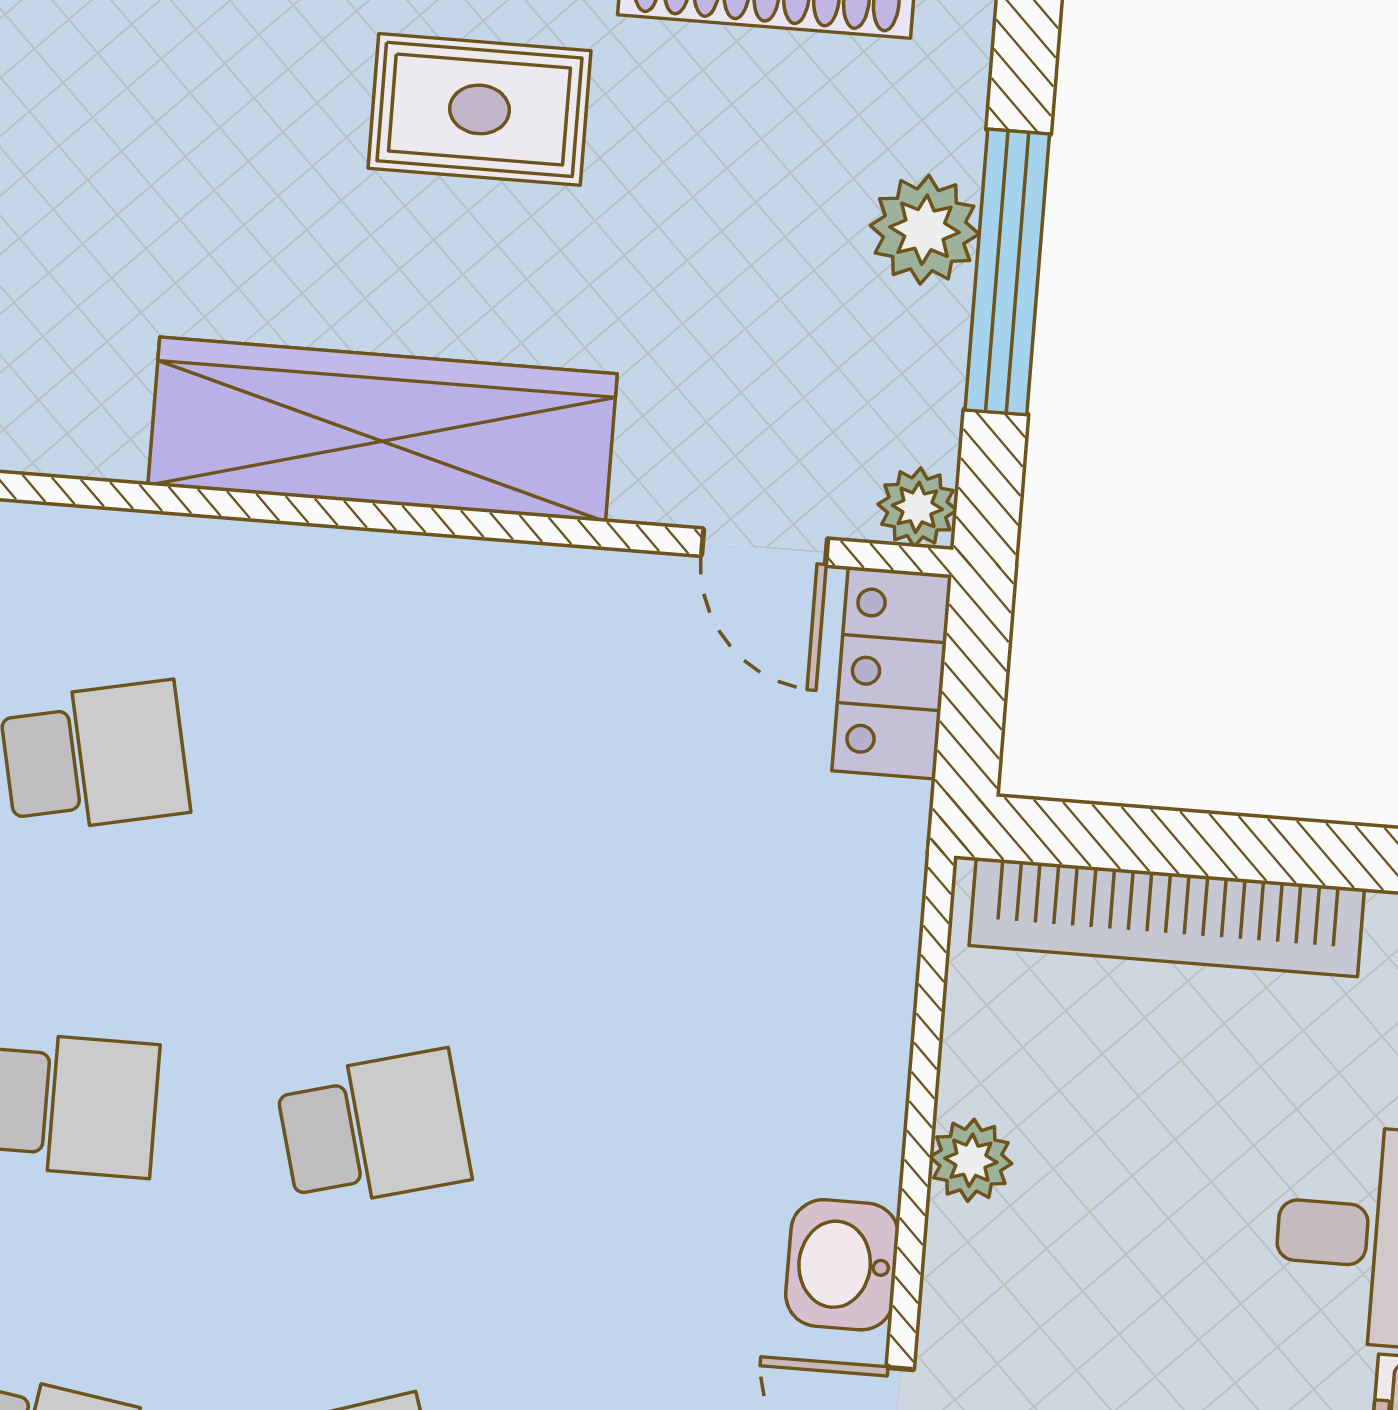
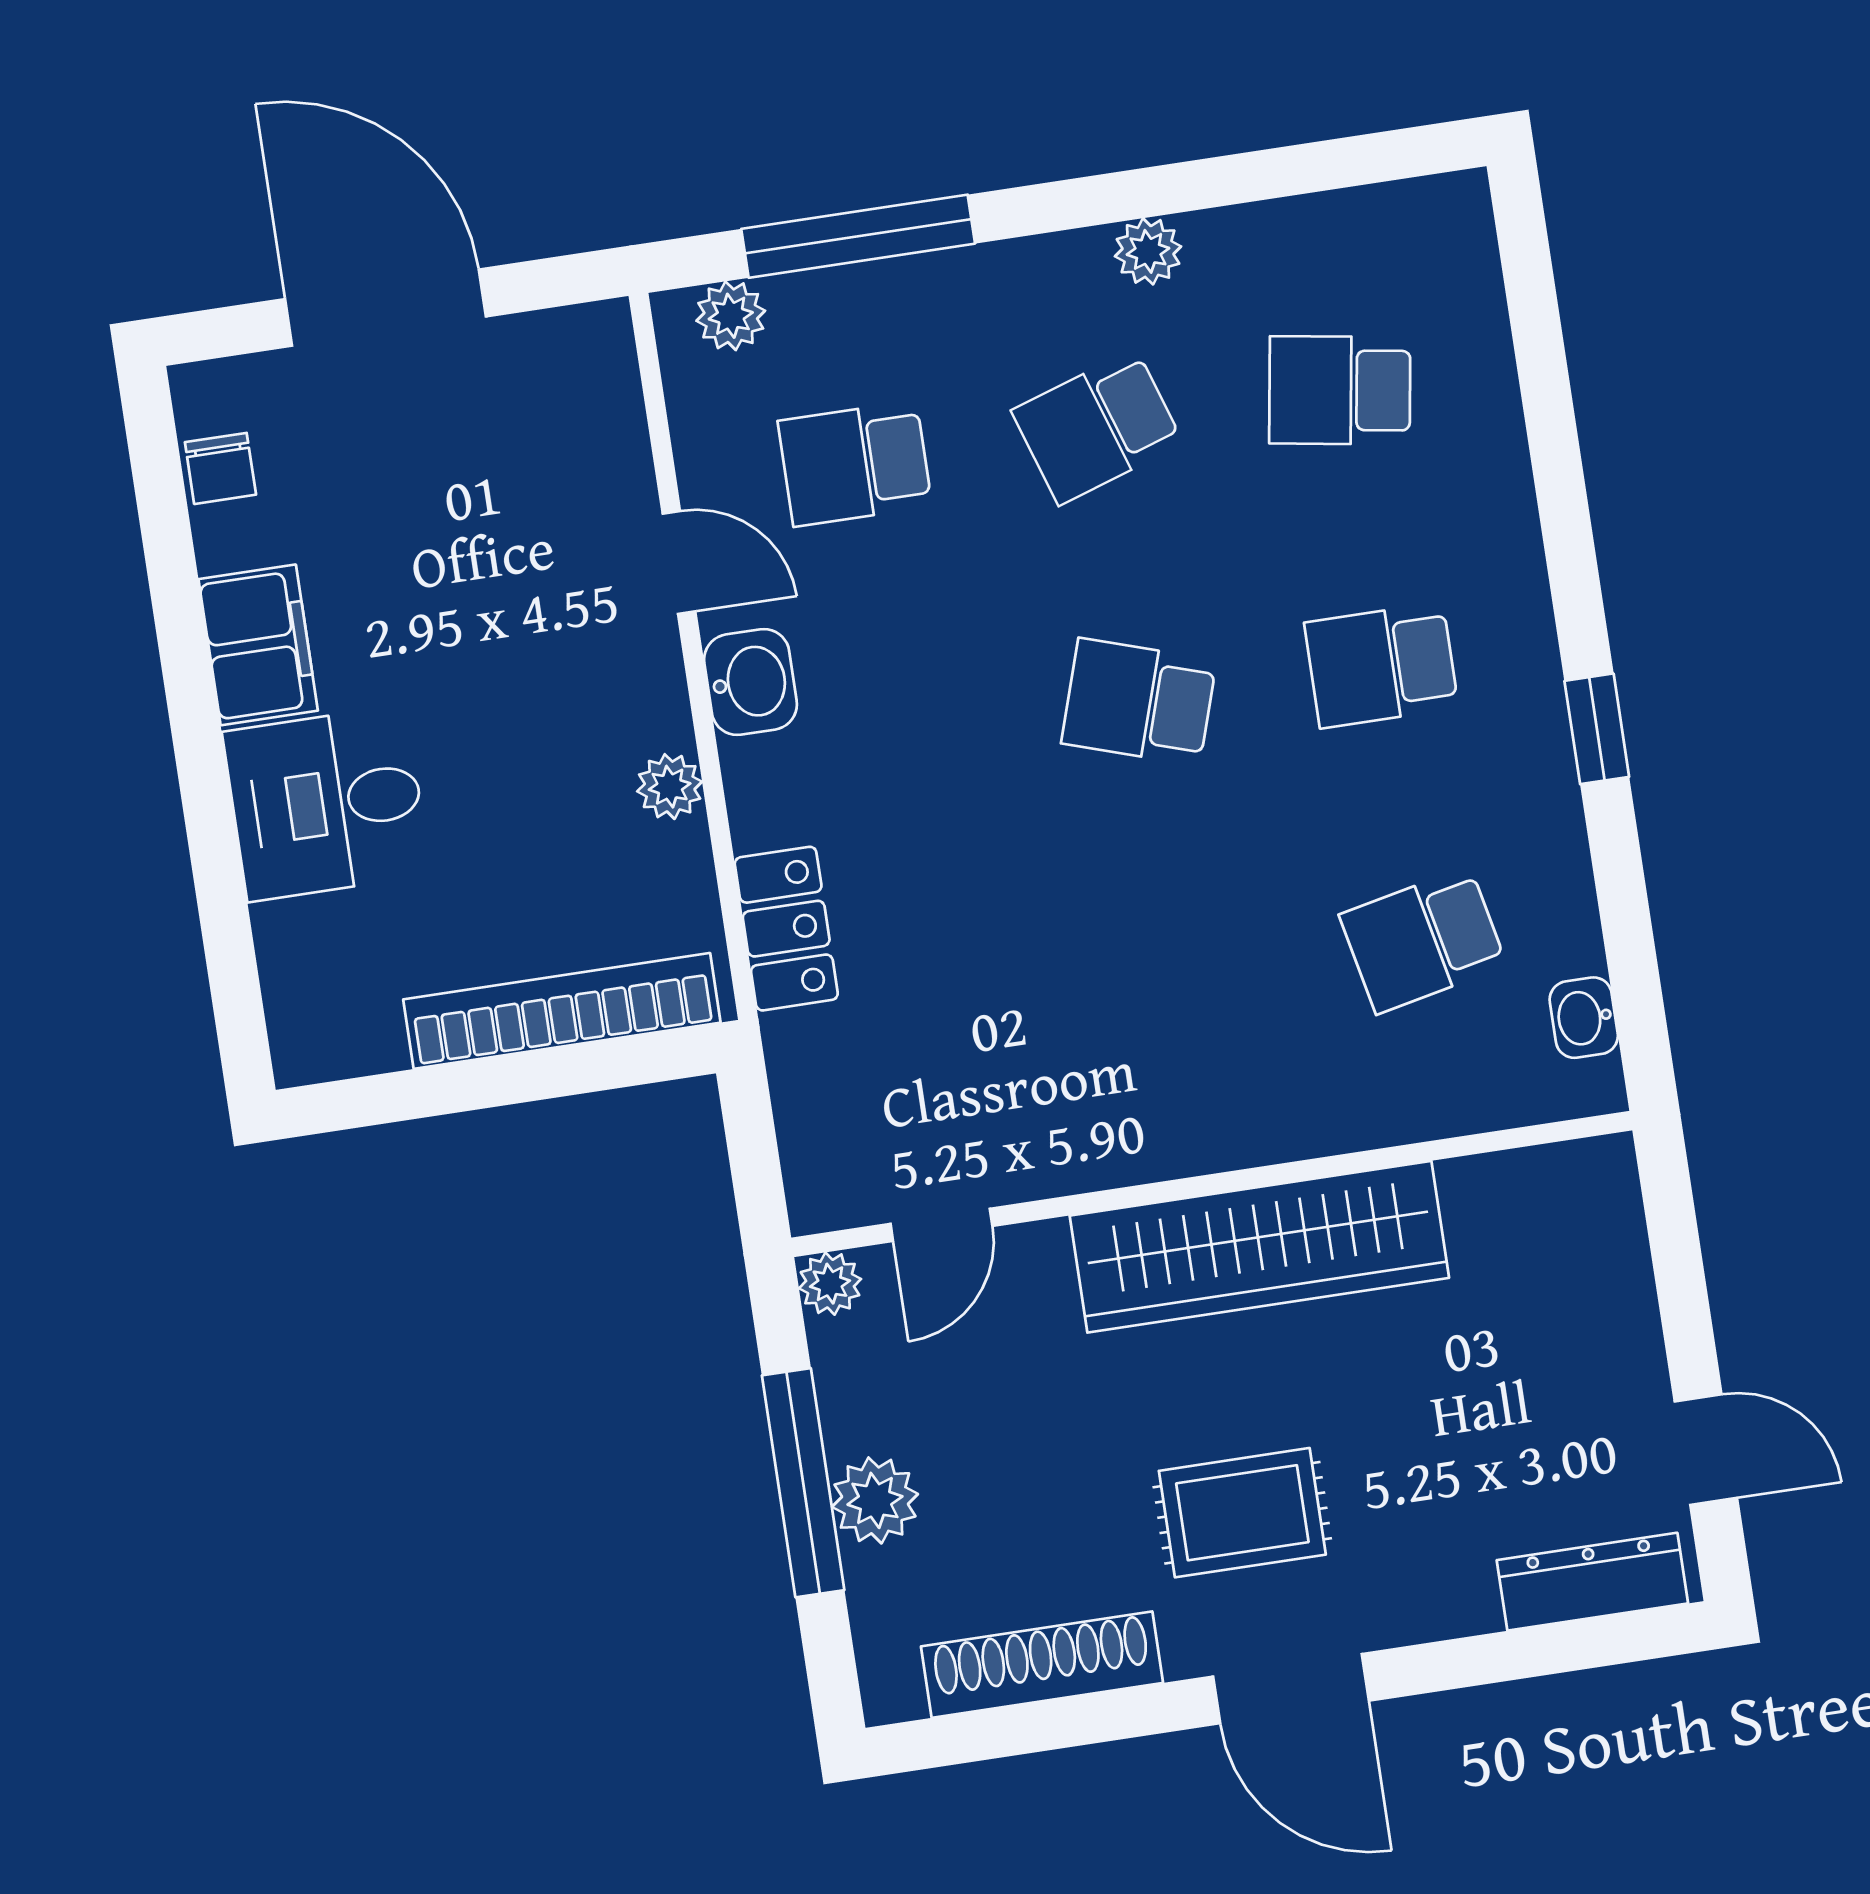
door: (764, 547) -> (941, 1225), swing flipped
locker: (892, 673) -> (786, 929), moved
school desk: (374, 1129) -> (1139, 702), turned 33

